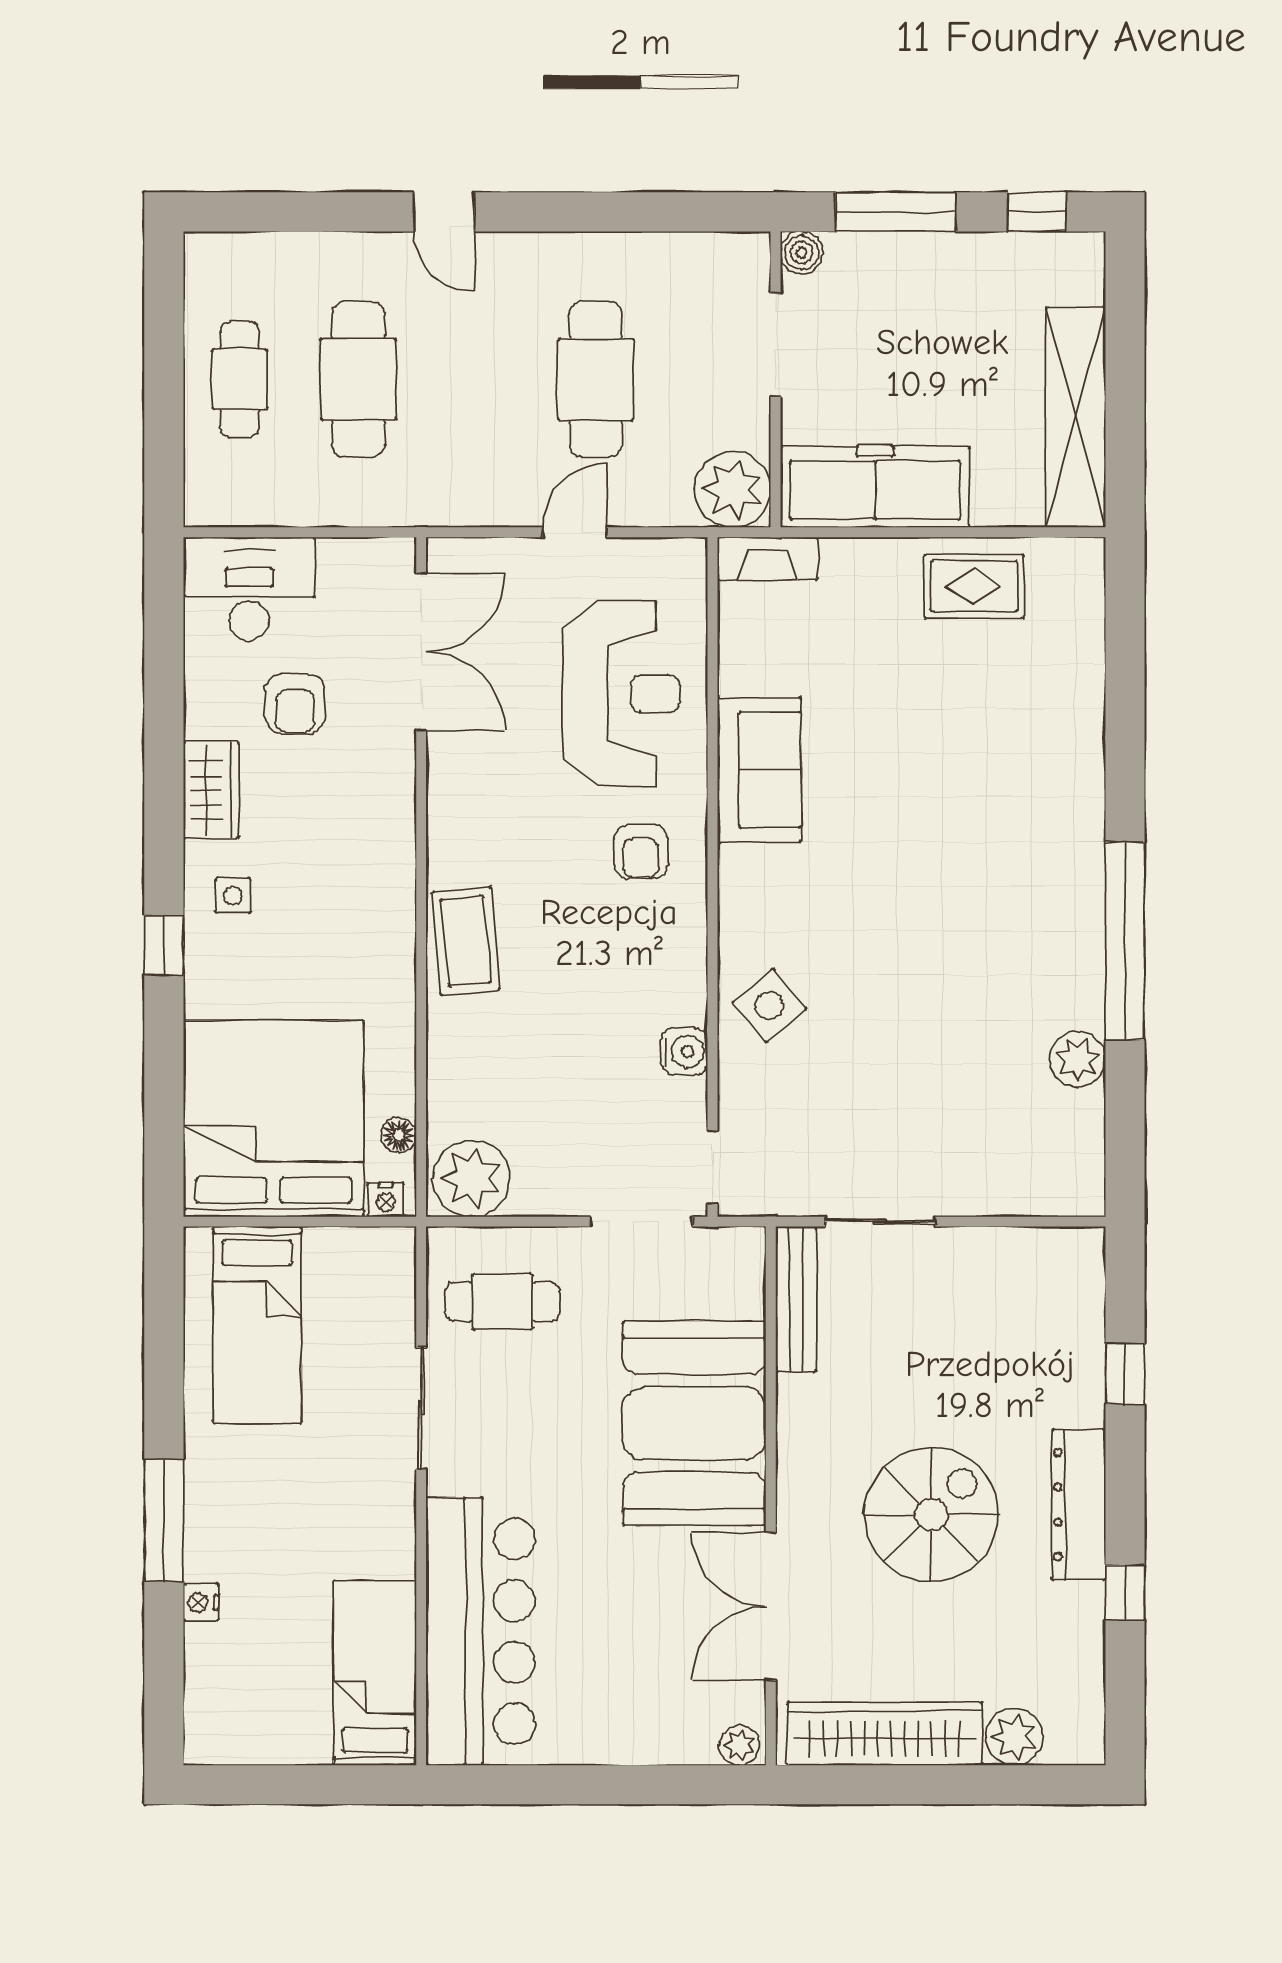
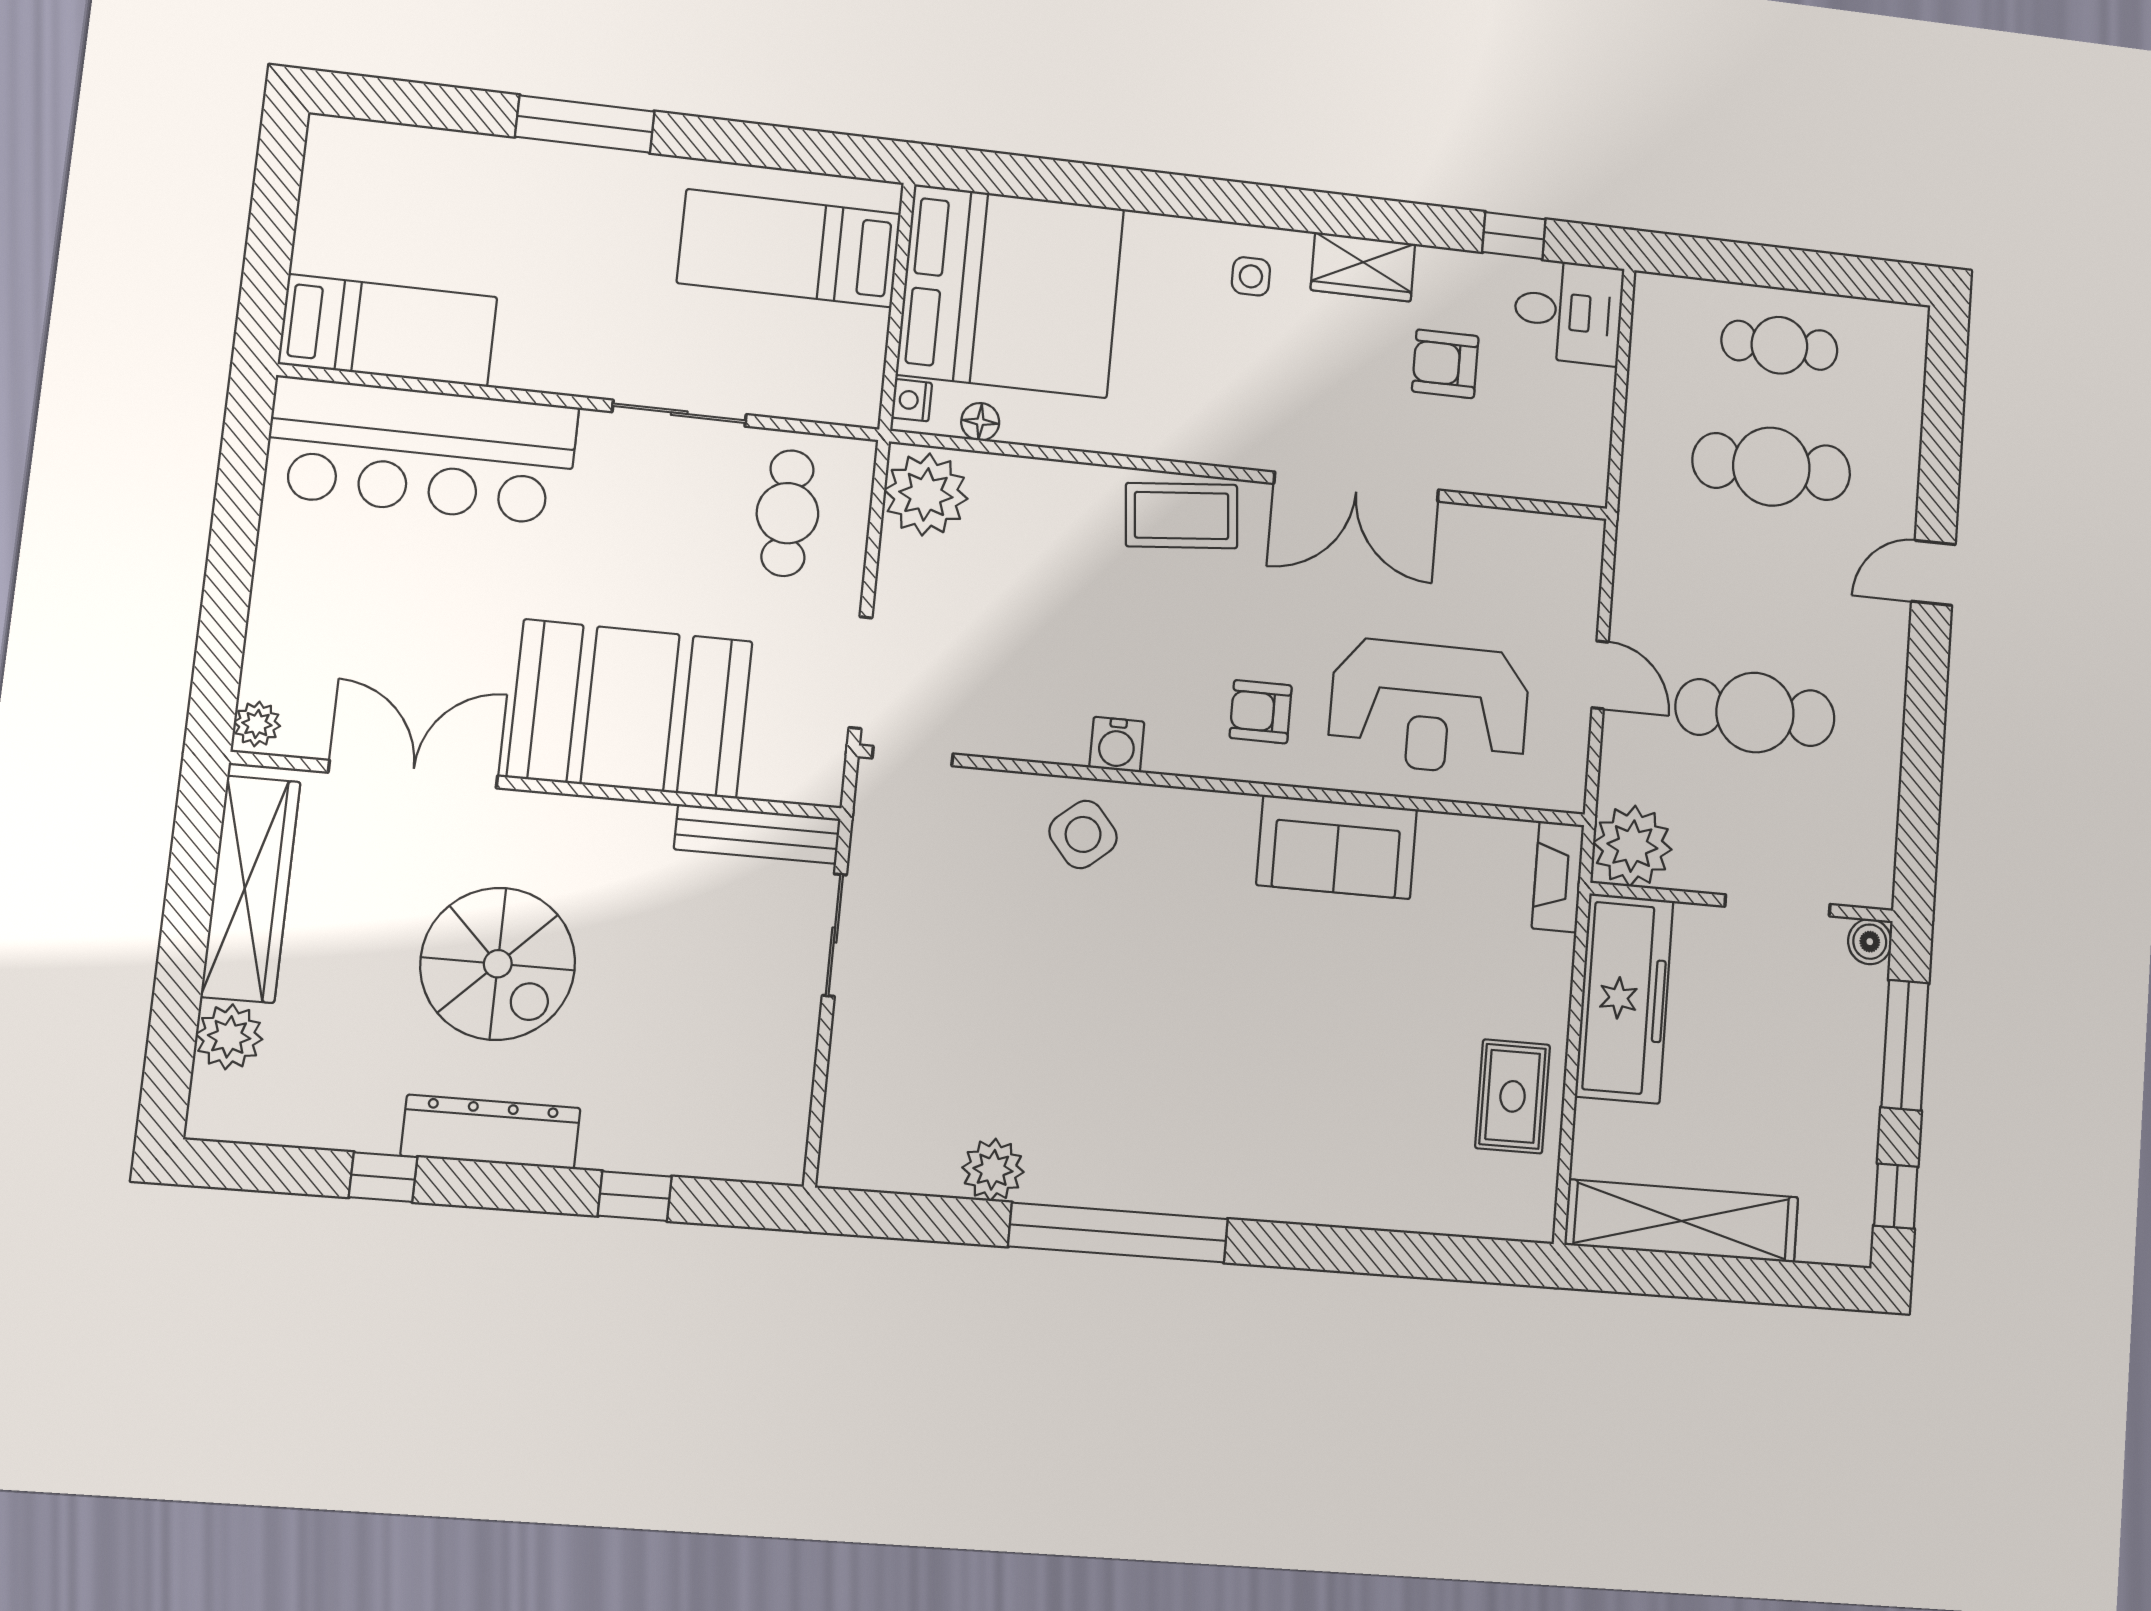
desk: (249, 589) -> (1568, 312), width x0.73
double door: (421, 652) -> (1356, 487), moved
window: (164, 945) -> (1514, 236), moved
water cooler: (684, 1051) -> (1117, 744), moved
nightstand: (201, 1602) -> (489, 153), removed

